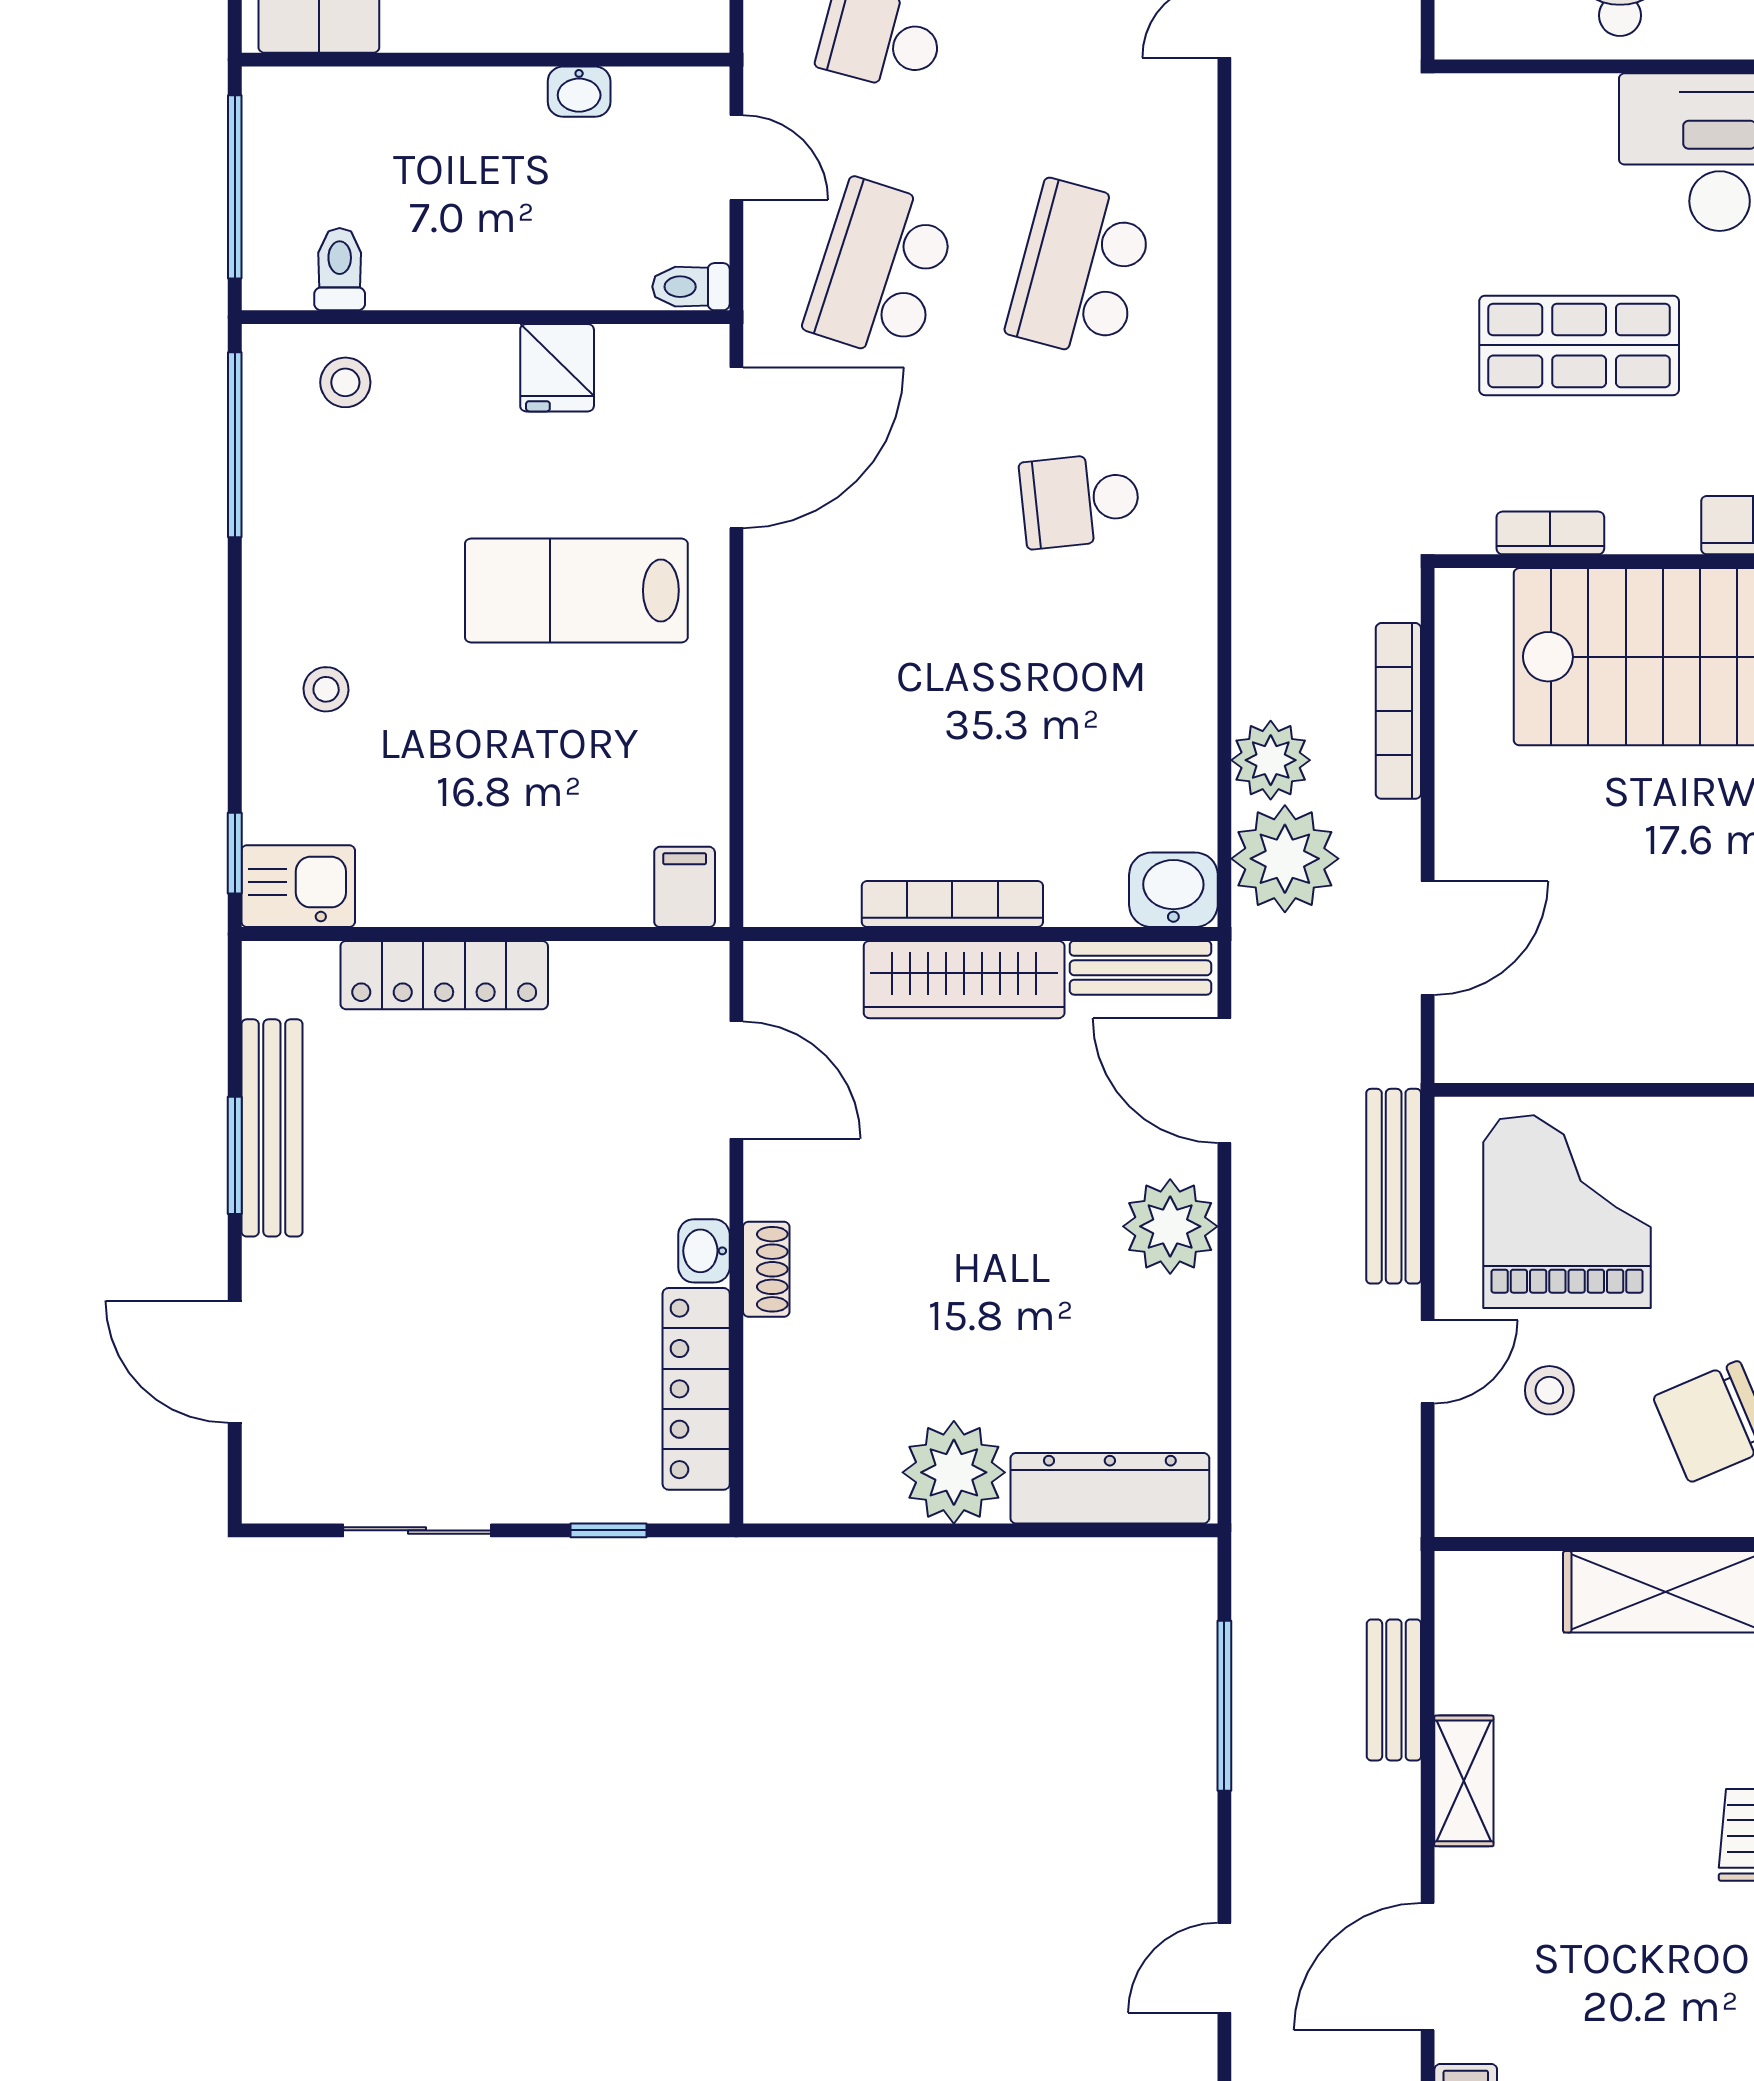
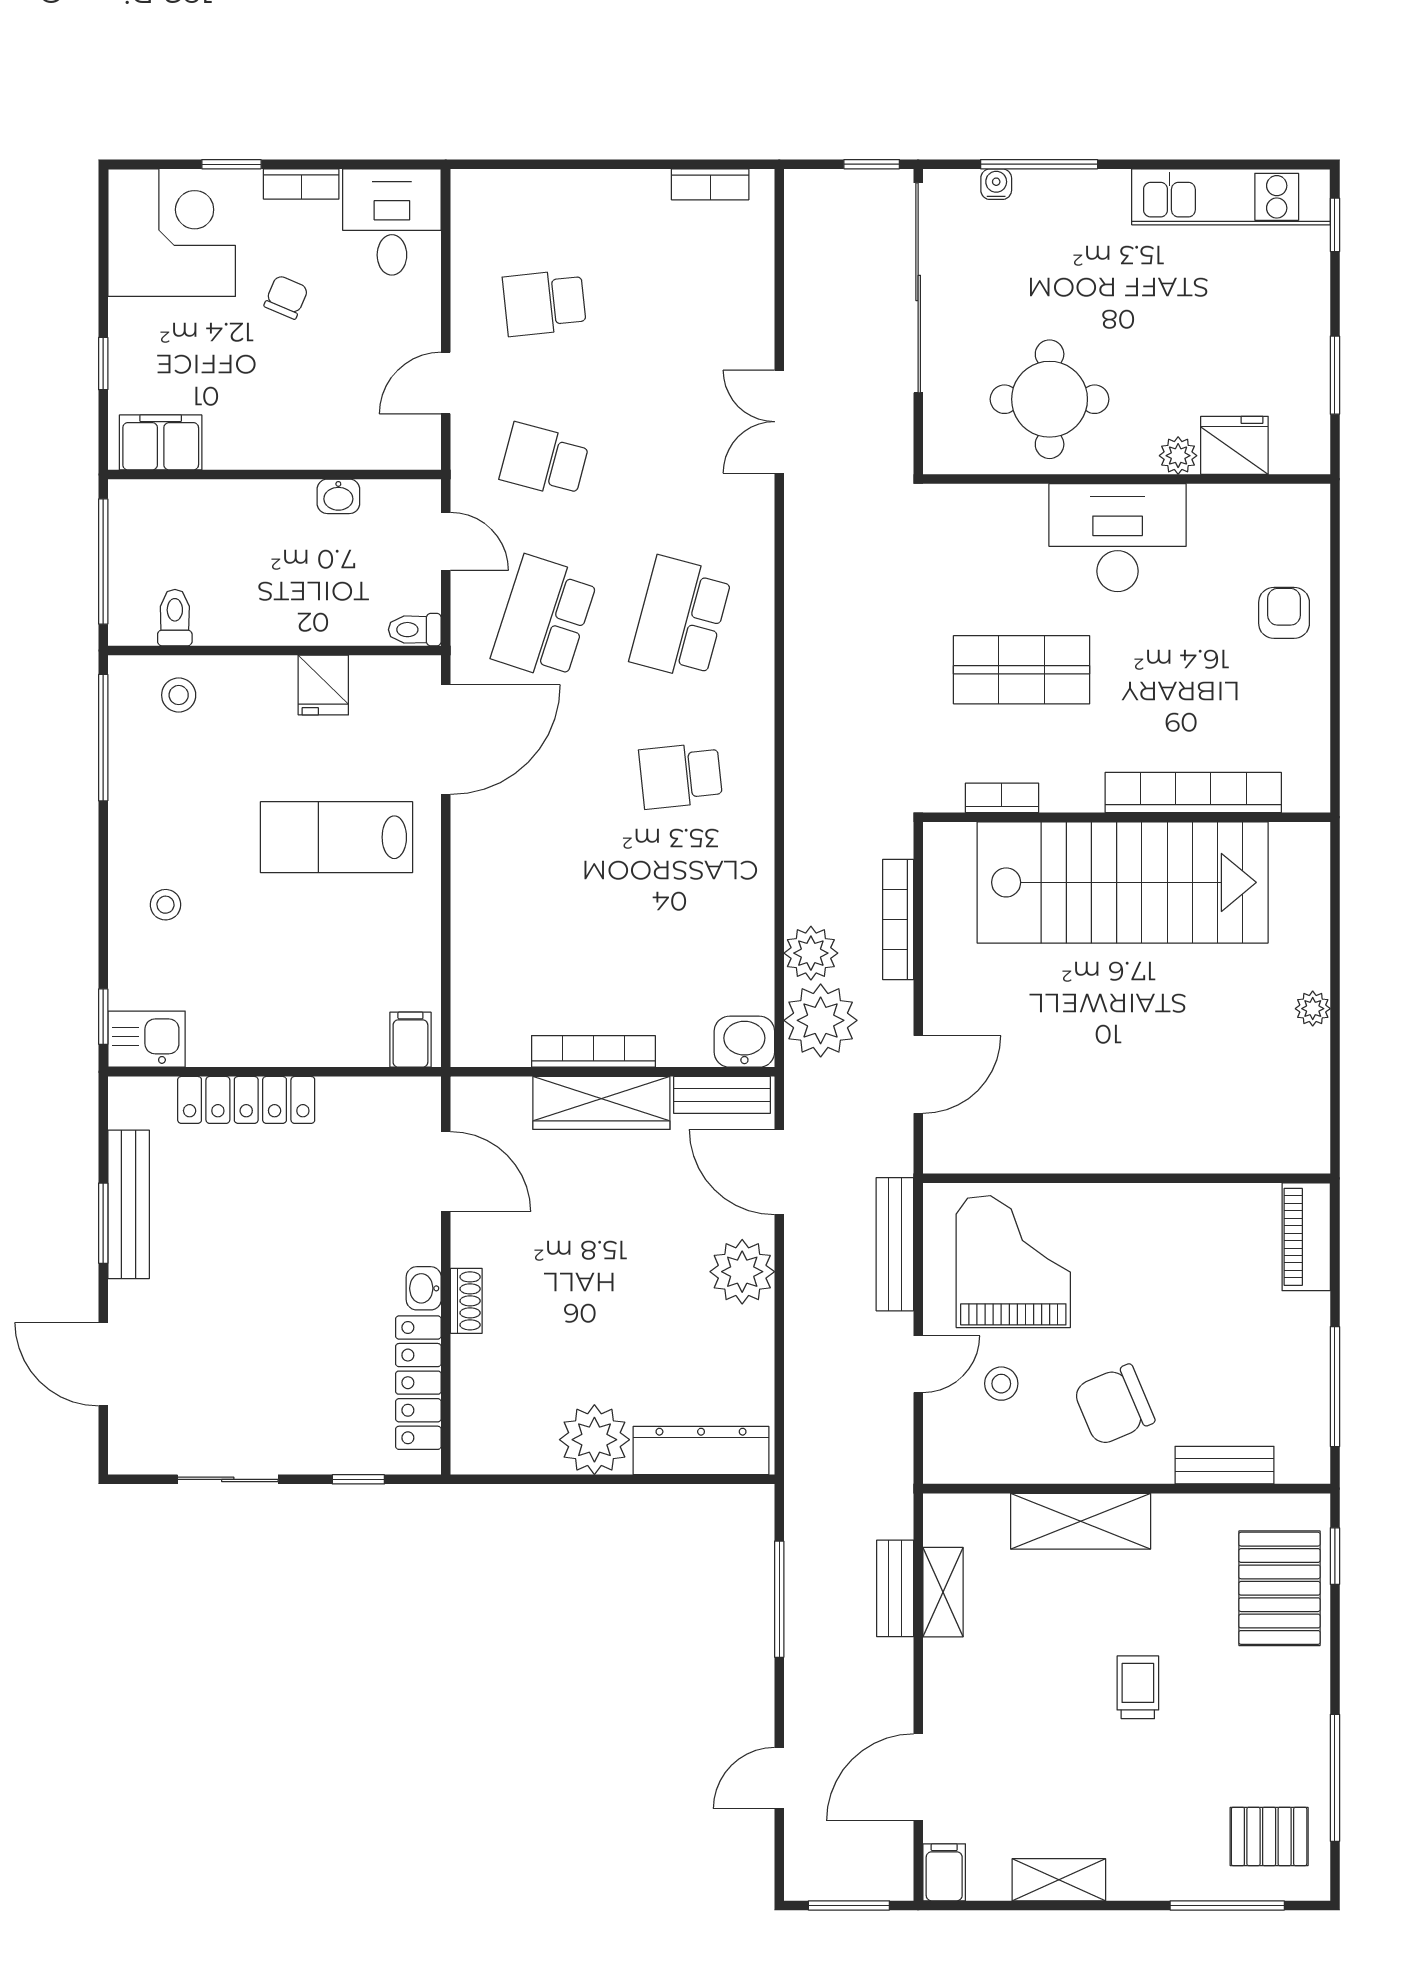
shelving: (1464, 1781) -> (943, 1592), moved

